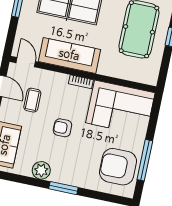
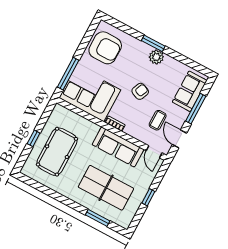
armchair: (62, 128) -> (140, 91), turned -67
window: (145, 160) -> (68, 74), moved
plant: (41, 170) -> (156, 57), moved

